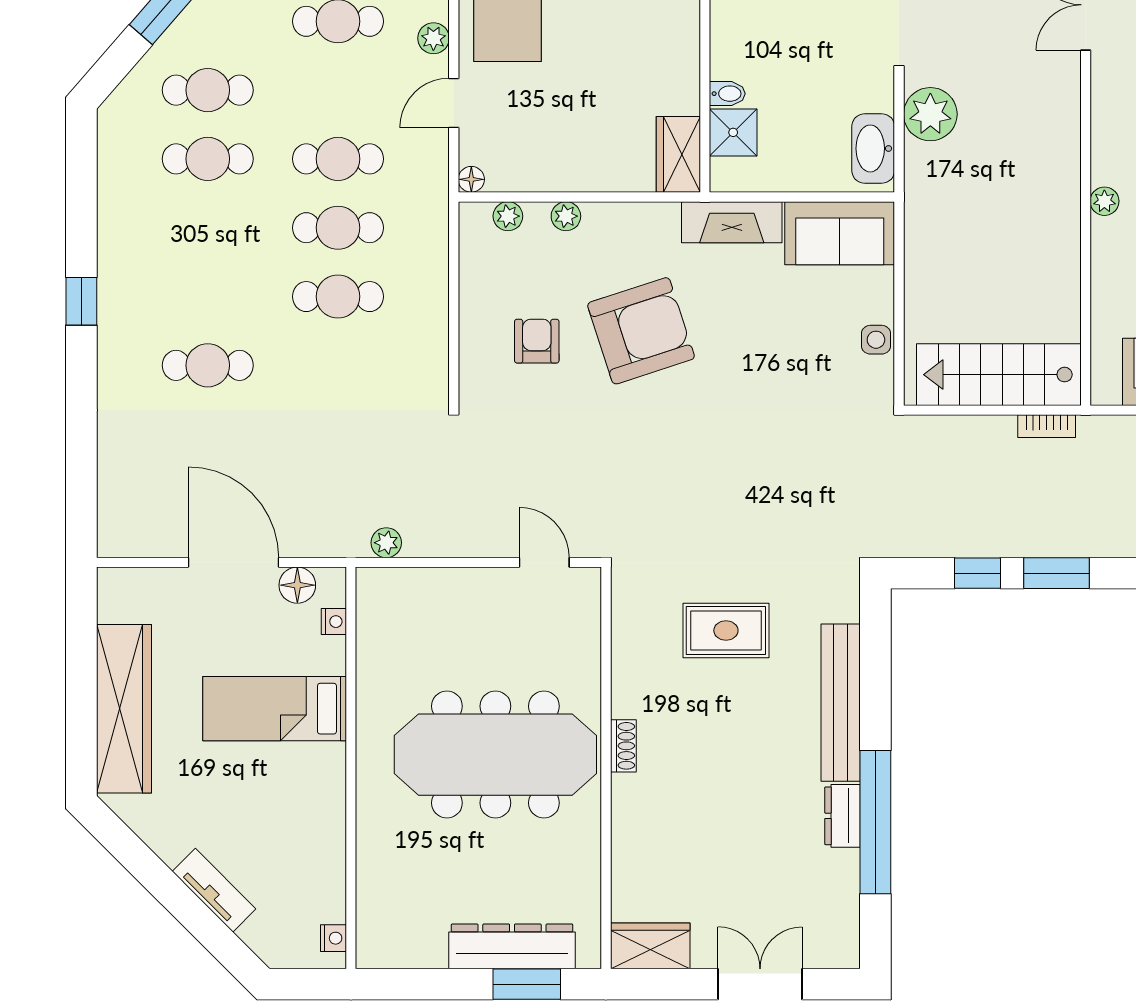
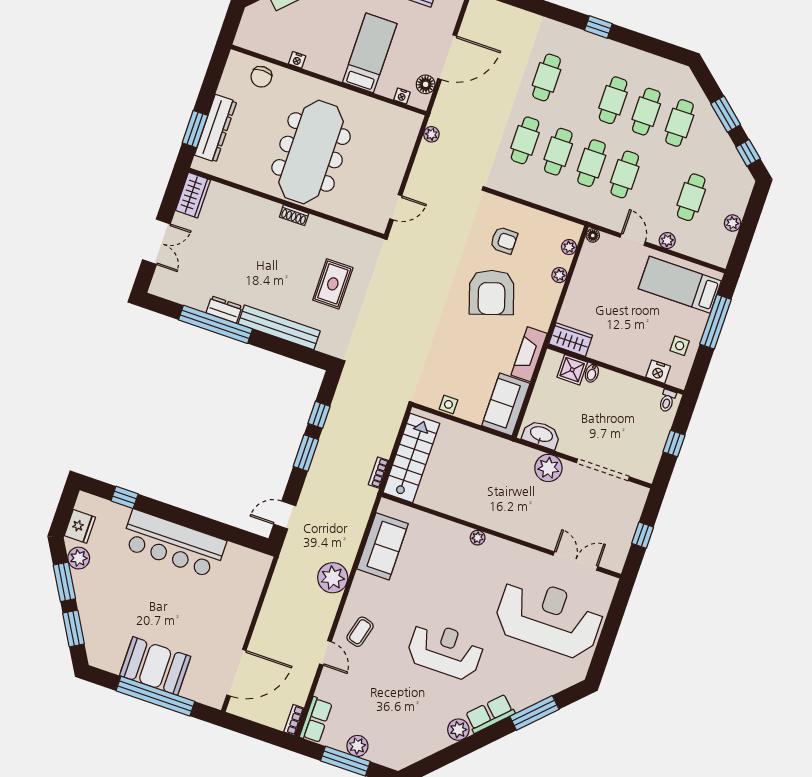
cafe table: (208, 228) -> (613, 100), added
cafe table: (338, 365) -> (525, 140), added
chair: (388, 894) -> (261, 77), added
nightstand: (334, 938) -> (297, 60), moved

